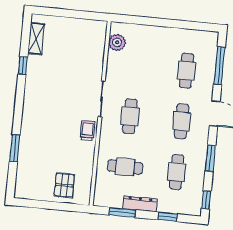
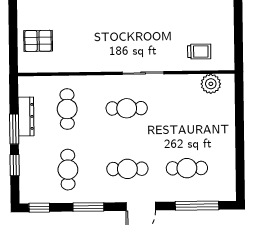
trolley: (88, 130) -> (199, 51), moved
cafe table: (177, 172) -> (68, 170), turned 90
dresser: (140, 204) -> (26, 116), moved
window: (122, 212) -> (14, 129), moved

